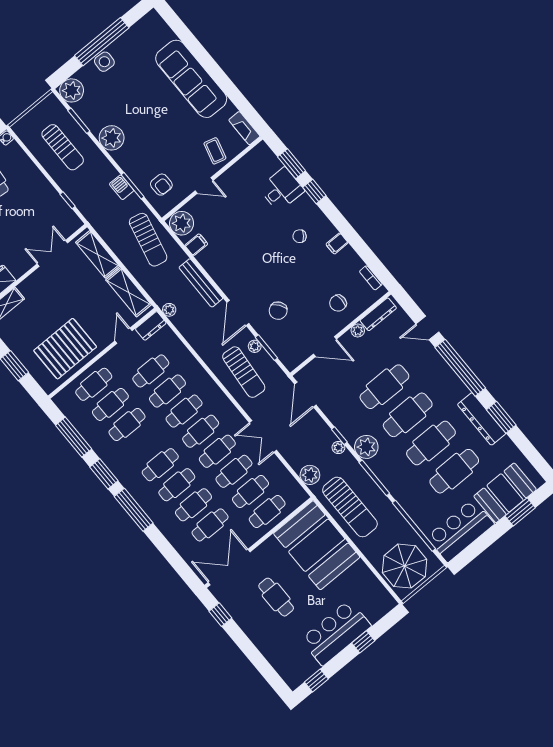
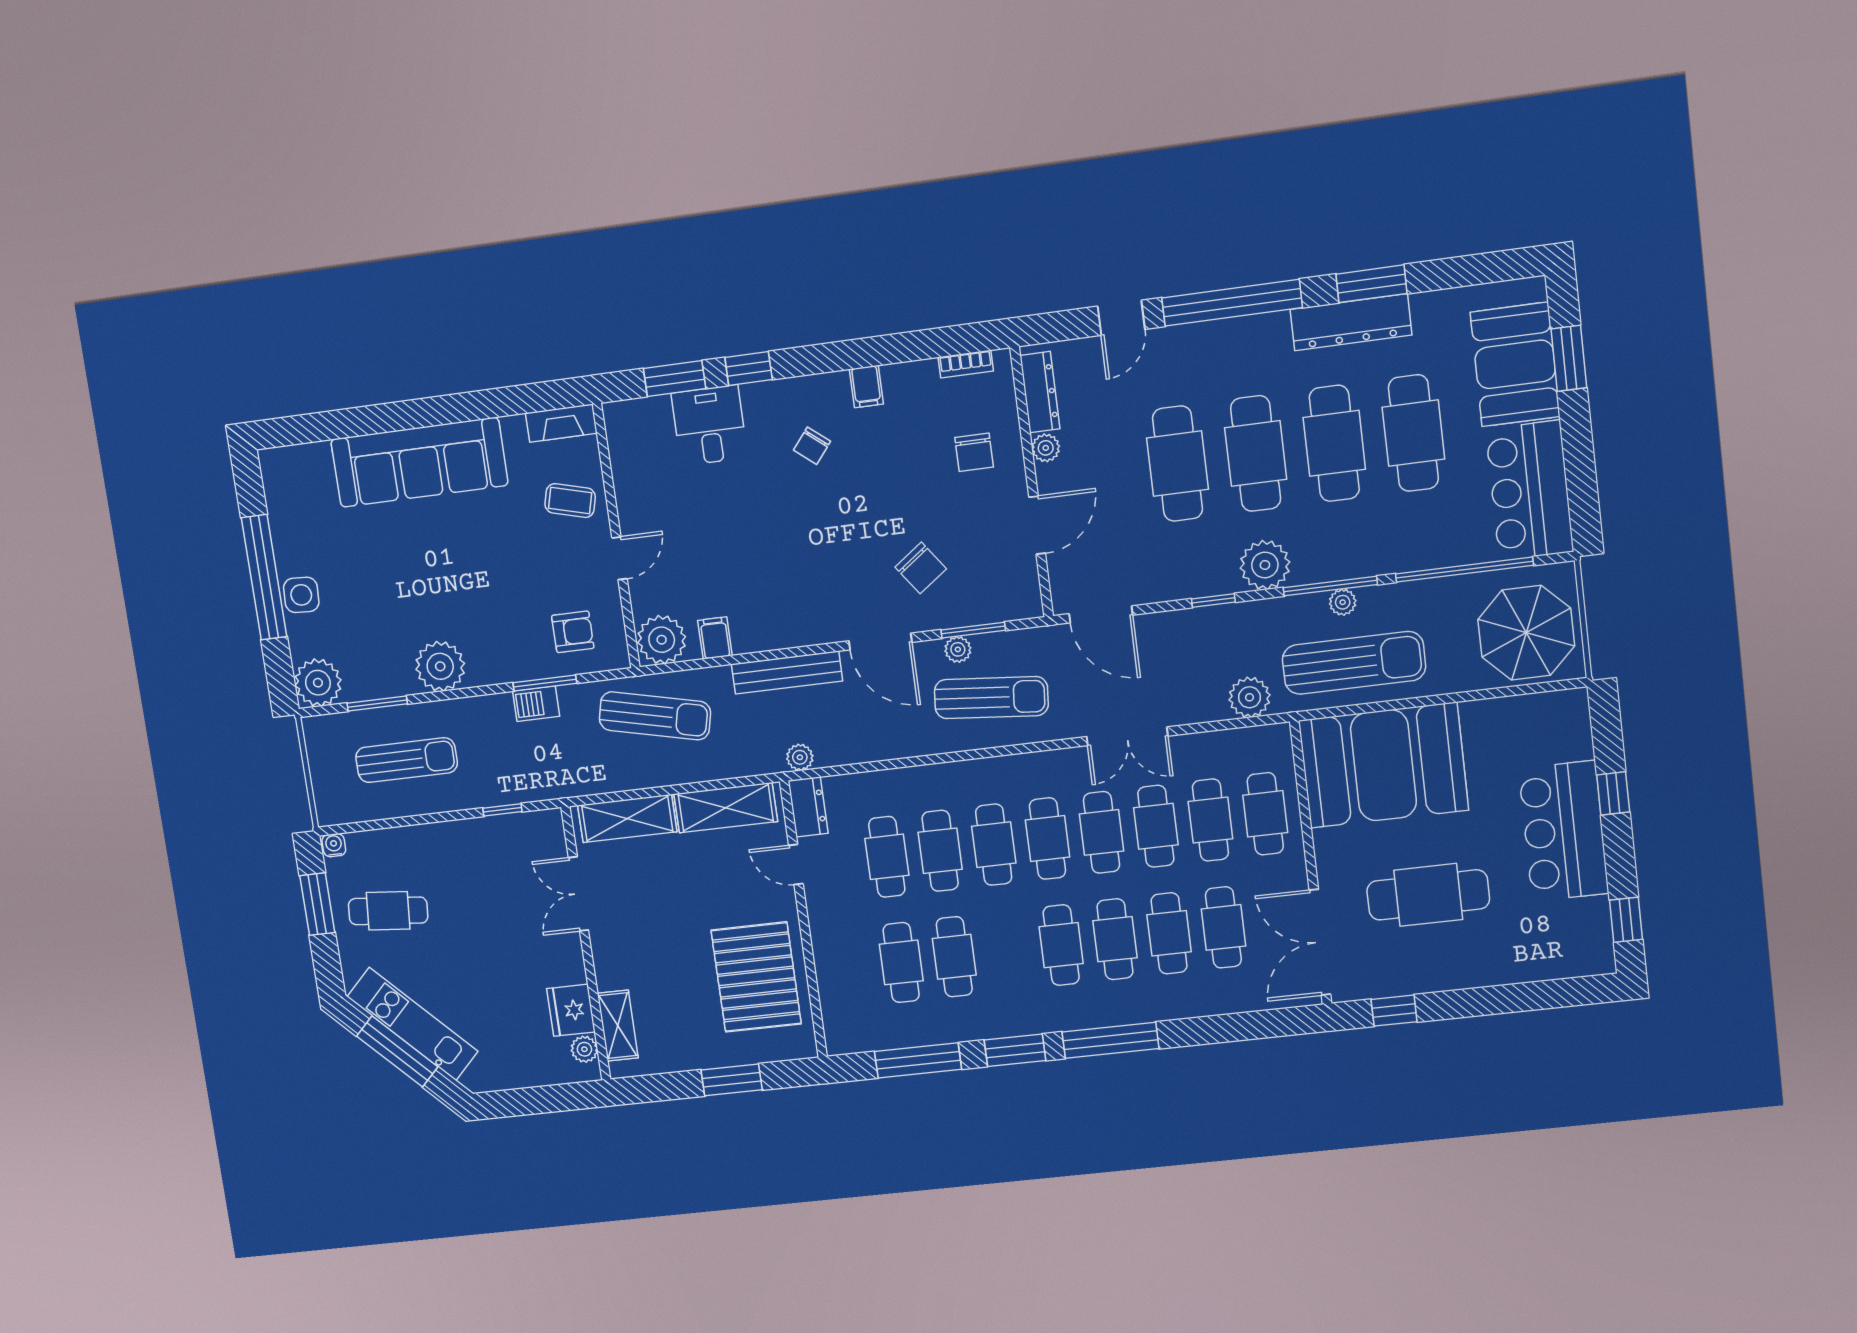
cafe table: (94, 384) -> (848, 968), removed
plant: (338, 448) -> (1343, 602), moved
cafe table: (276, 597) -> (1428, 895), width x1.37, depth x1.35

